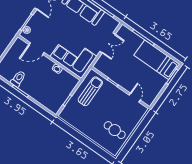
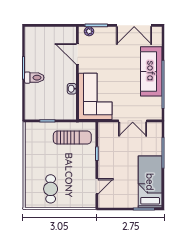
toilet: (18, 79) -> (34, 78), moved

